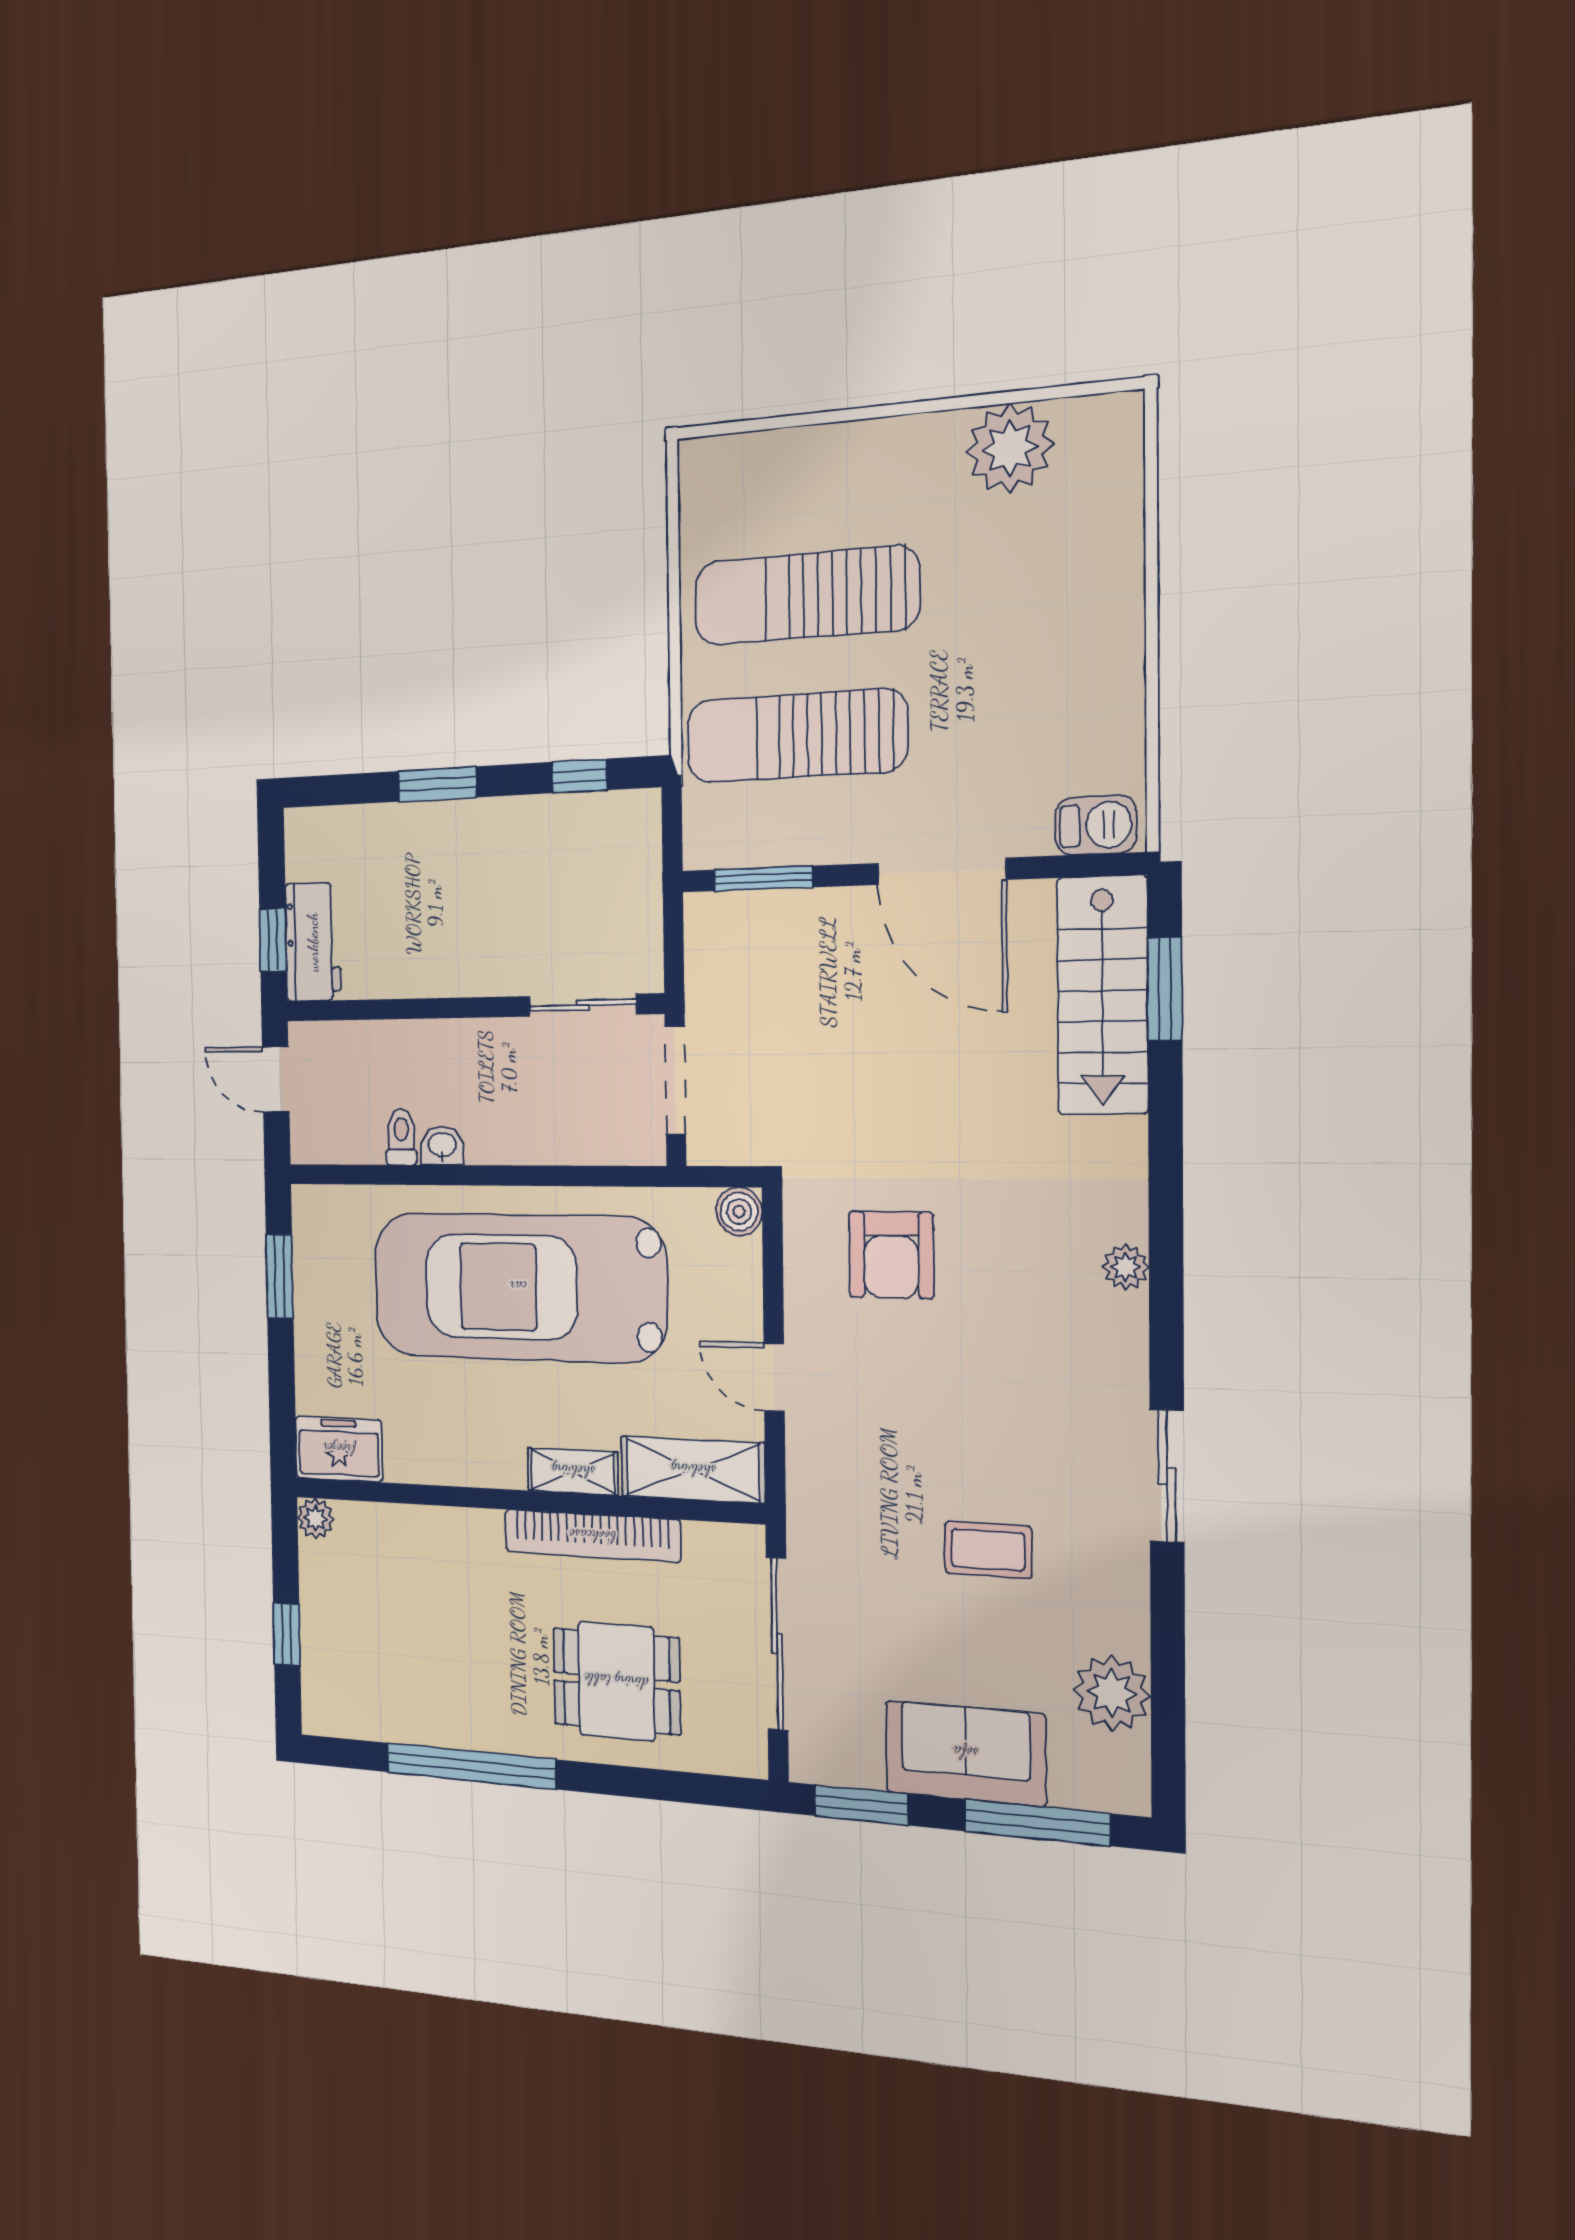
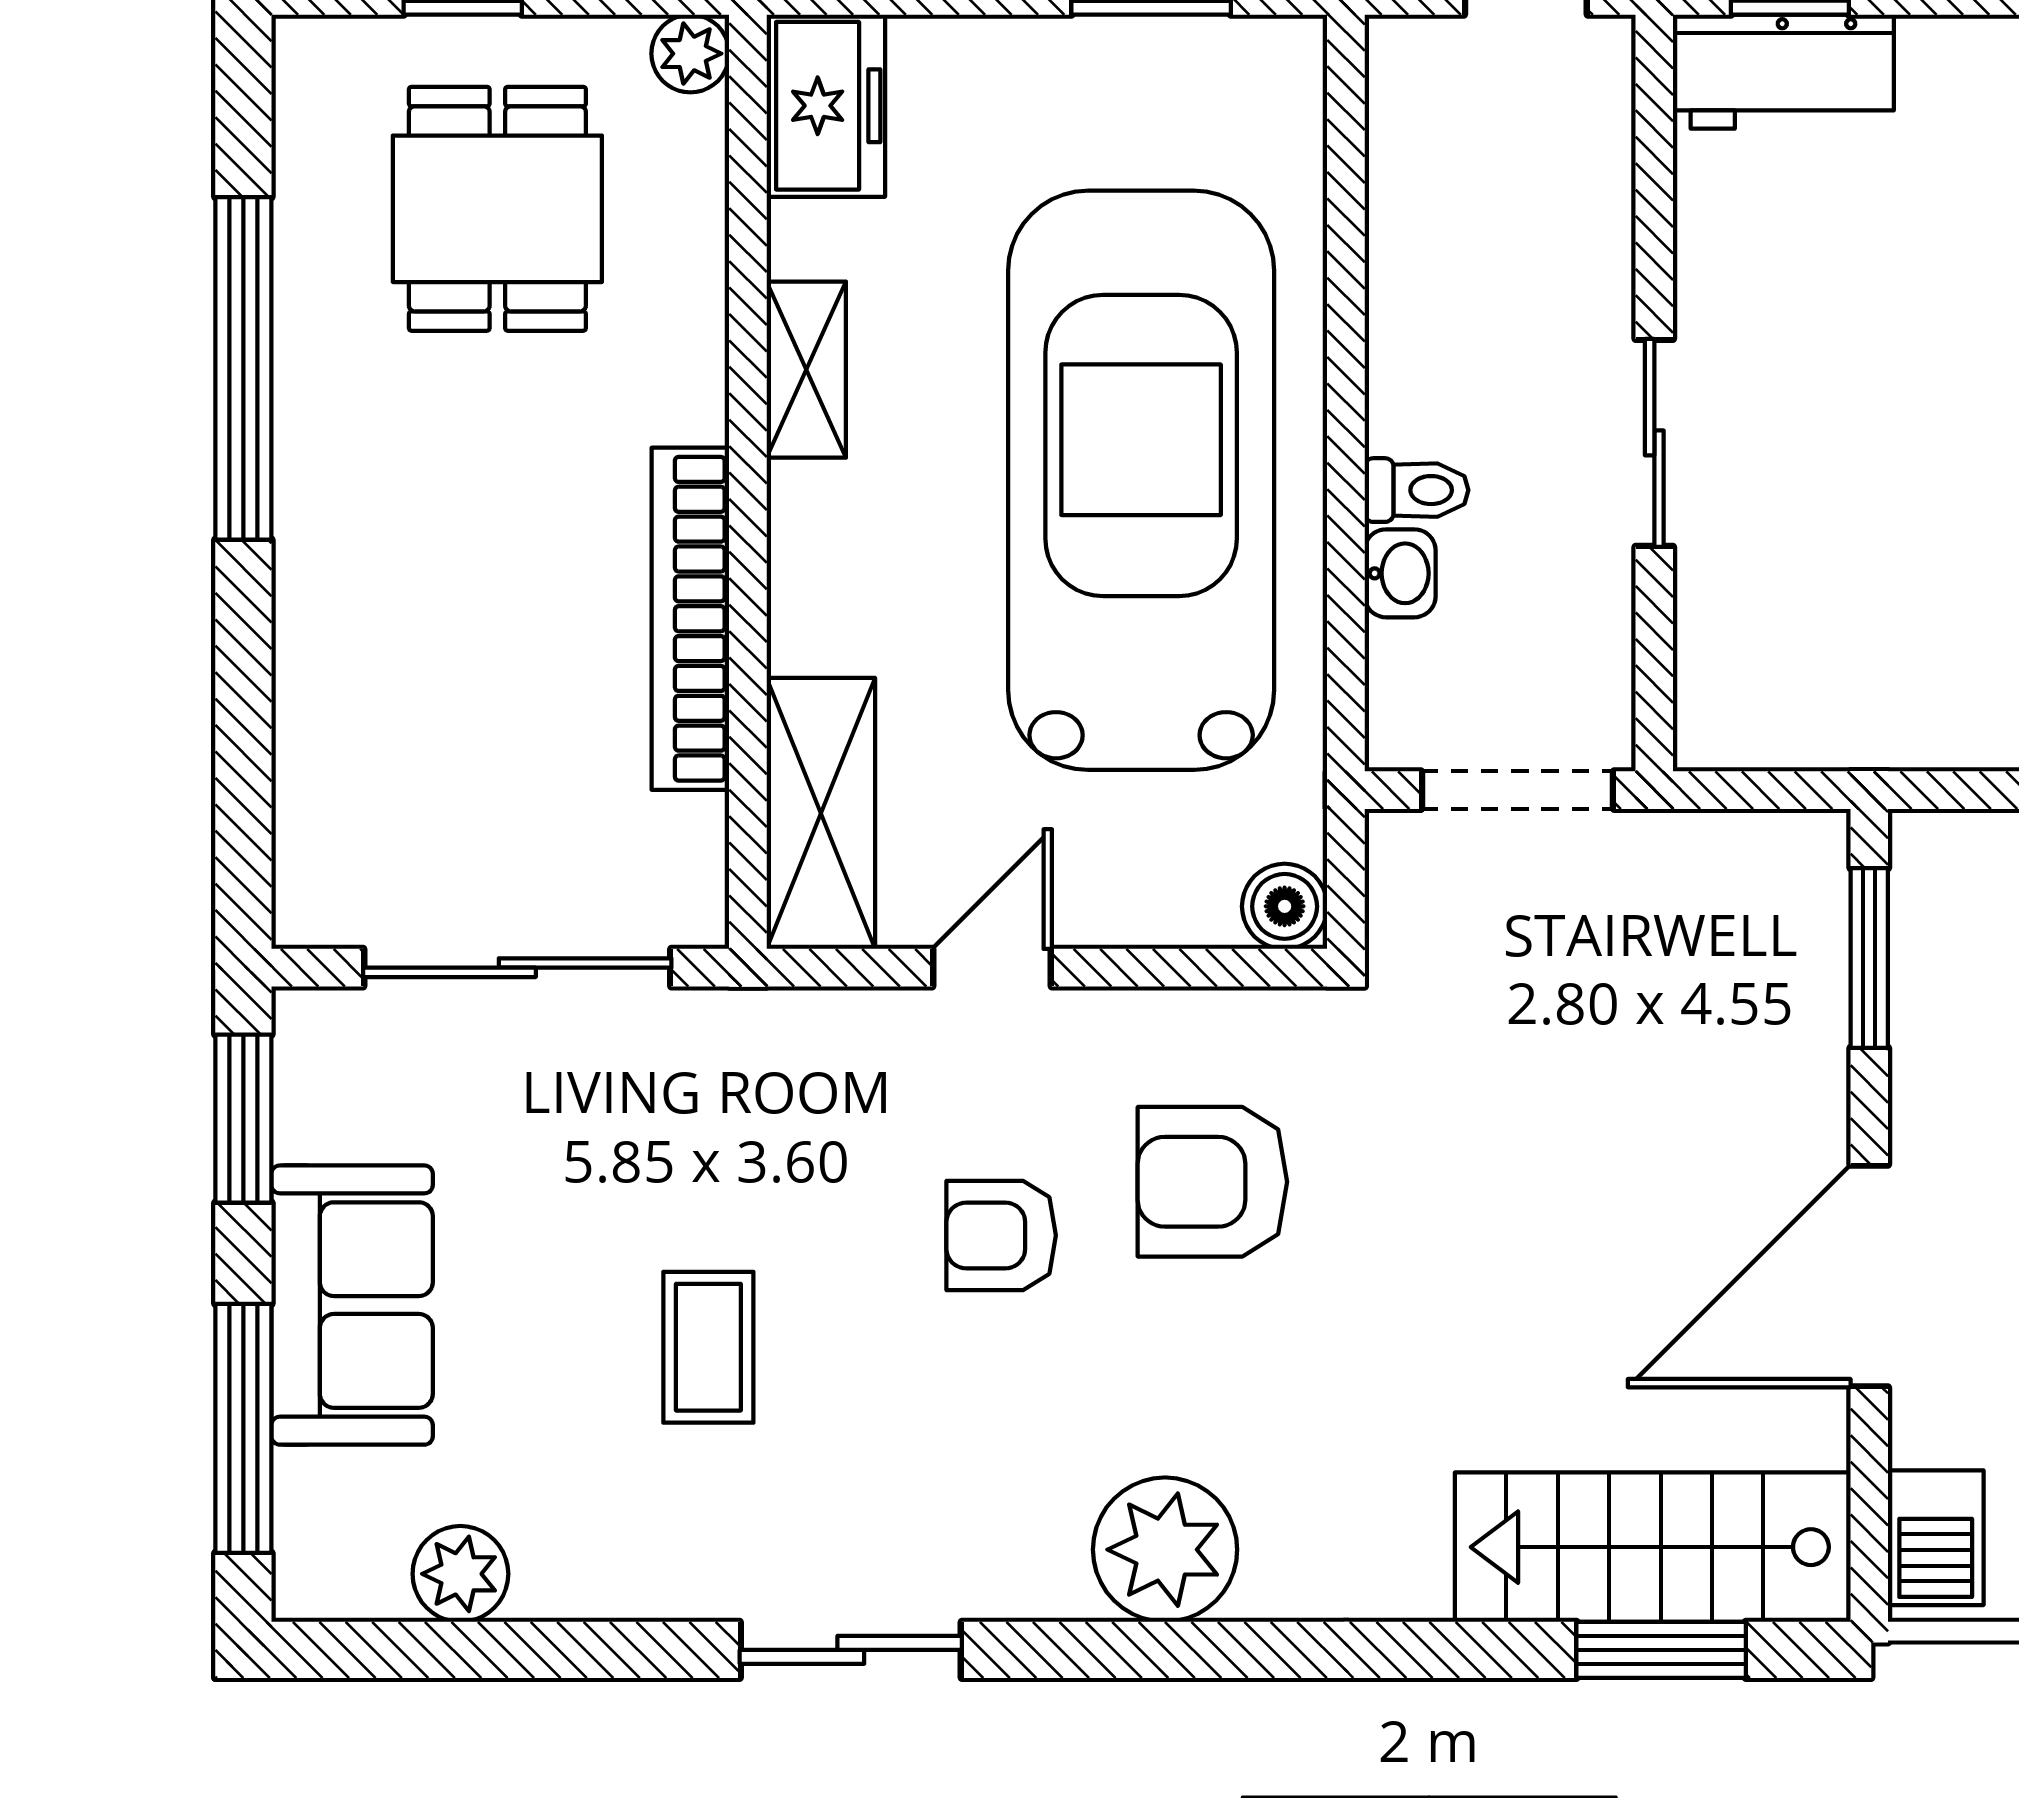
sliding door: (583, 1005) -> (1654, 443), moved
toilet: (401, 1137) -> (1417, 490), moved
washbasin: (442, 1146) -> (1400, 573), moved
plant: (1126, 1267) -> (1165, 1550), width x1.87, depth x1.87
armchair: (923, 1378) -> (1001, 1235), added
shelving: (573, 1471) -> (806, 370), moved
dining table: (616, 1681) -> (497, 209), moved
plant: (1112, 1693) -> (460, 1574), width x0.73, depth x0.73

